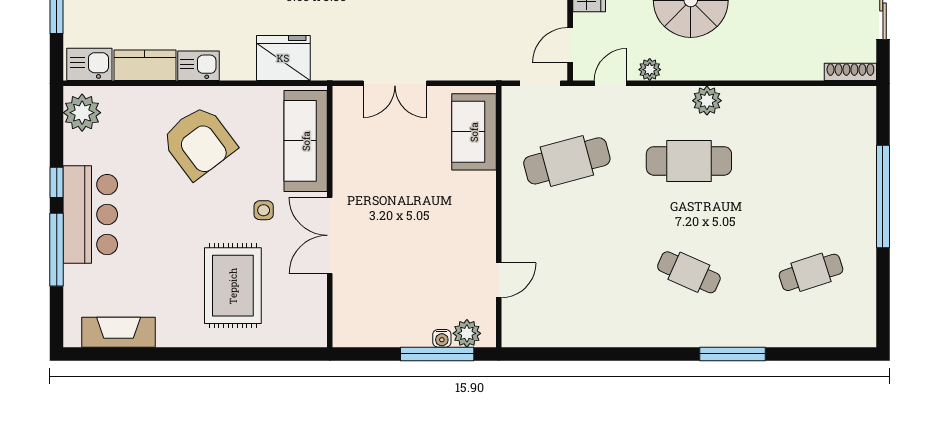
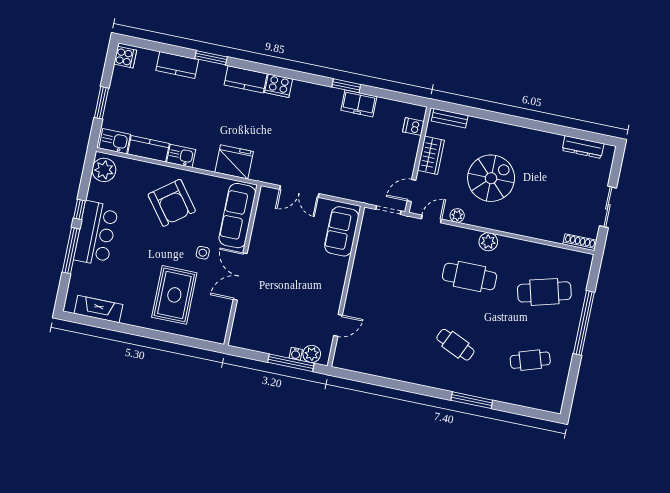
cafe table: (567, 161) -> (544, 292), moved

